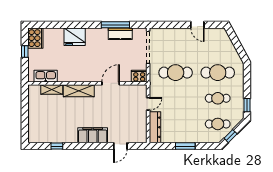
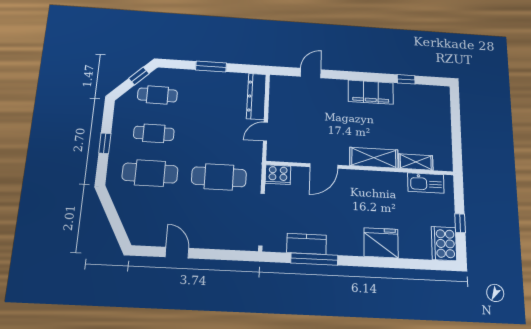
window: (247, 105) -> (105, 143), moved
filing cabinet: (93, 135) -> (371, 92), moved

